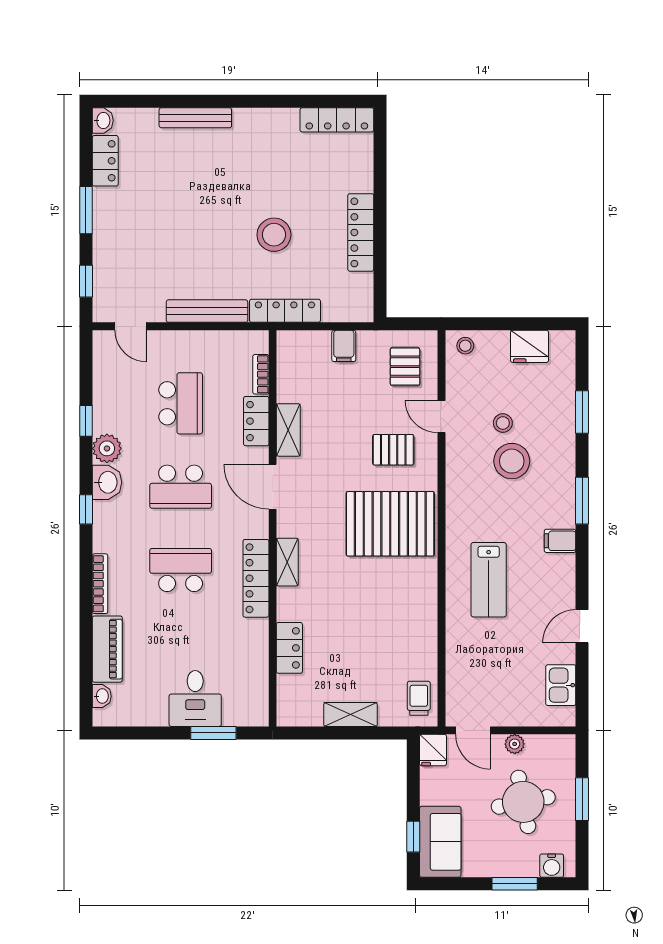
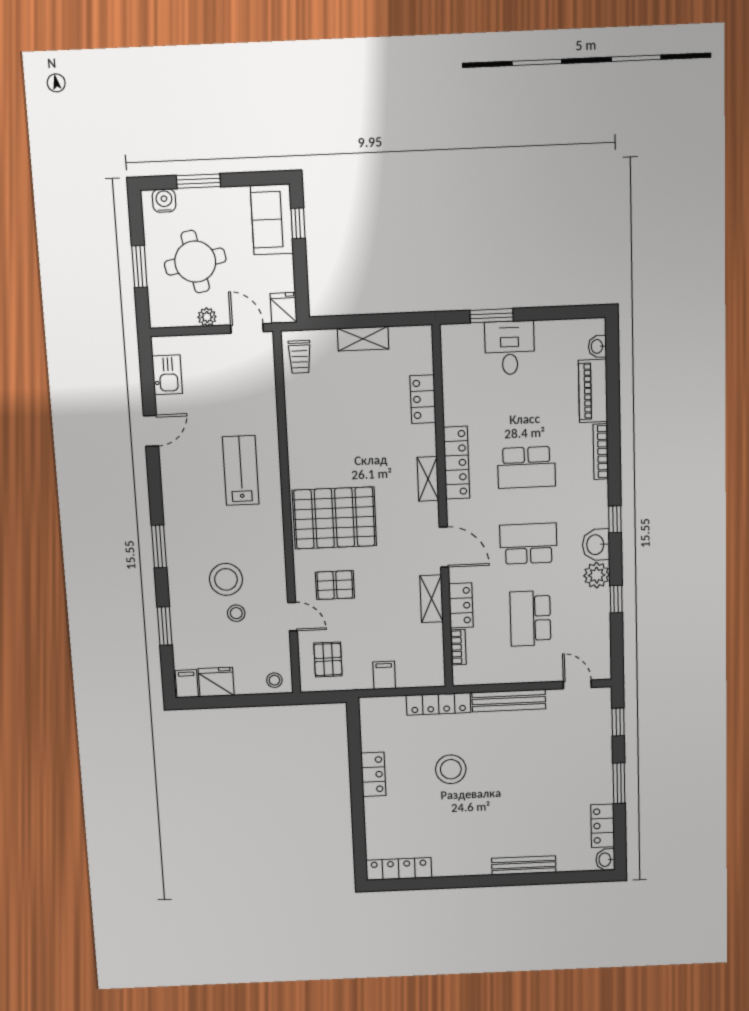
locker: (361, 232) -> (373, 774), width x0.66
filing cabinet: (560, 541) -> (187, 684), moved, turned -90

